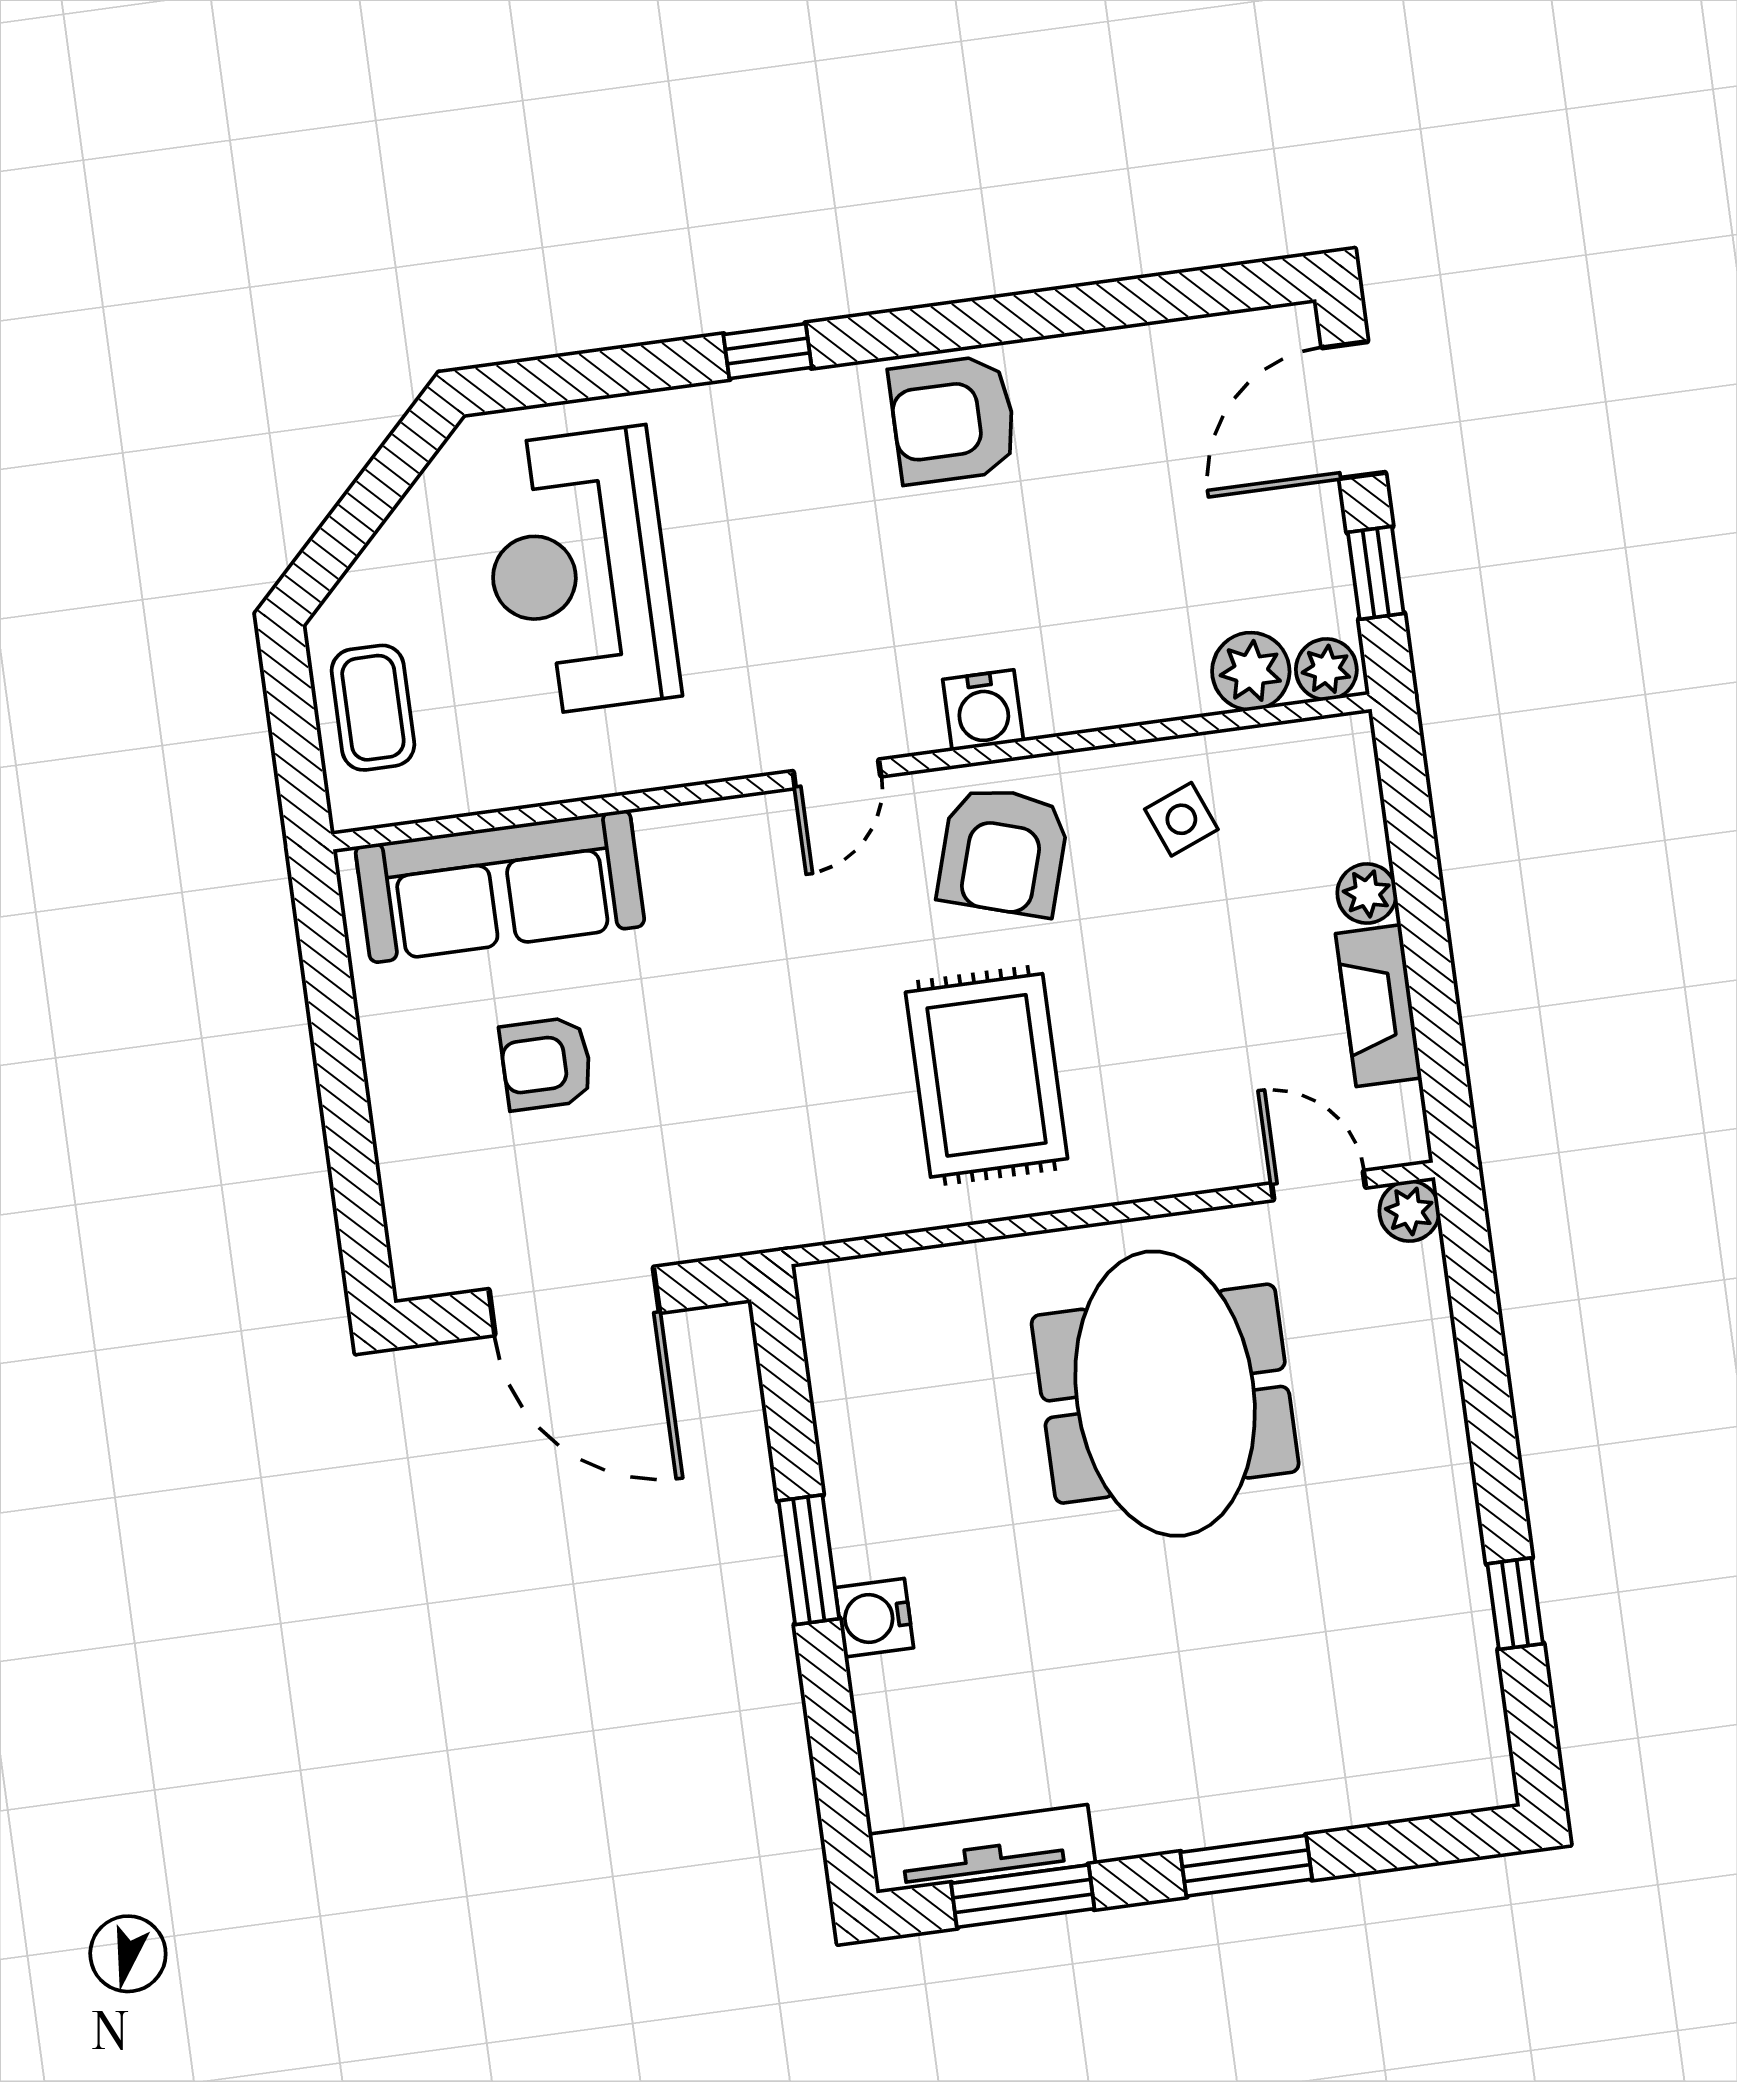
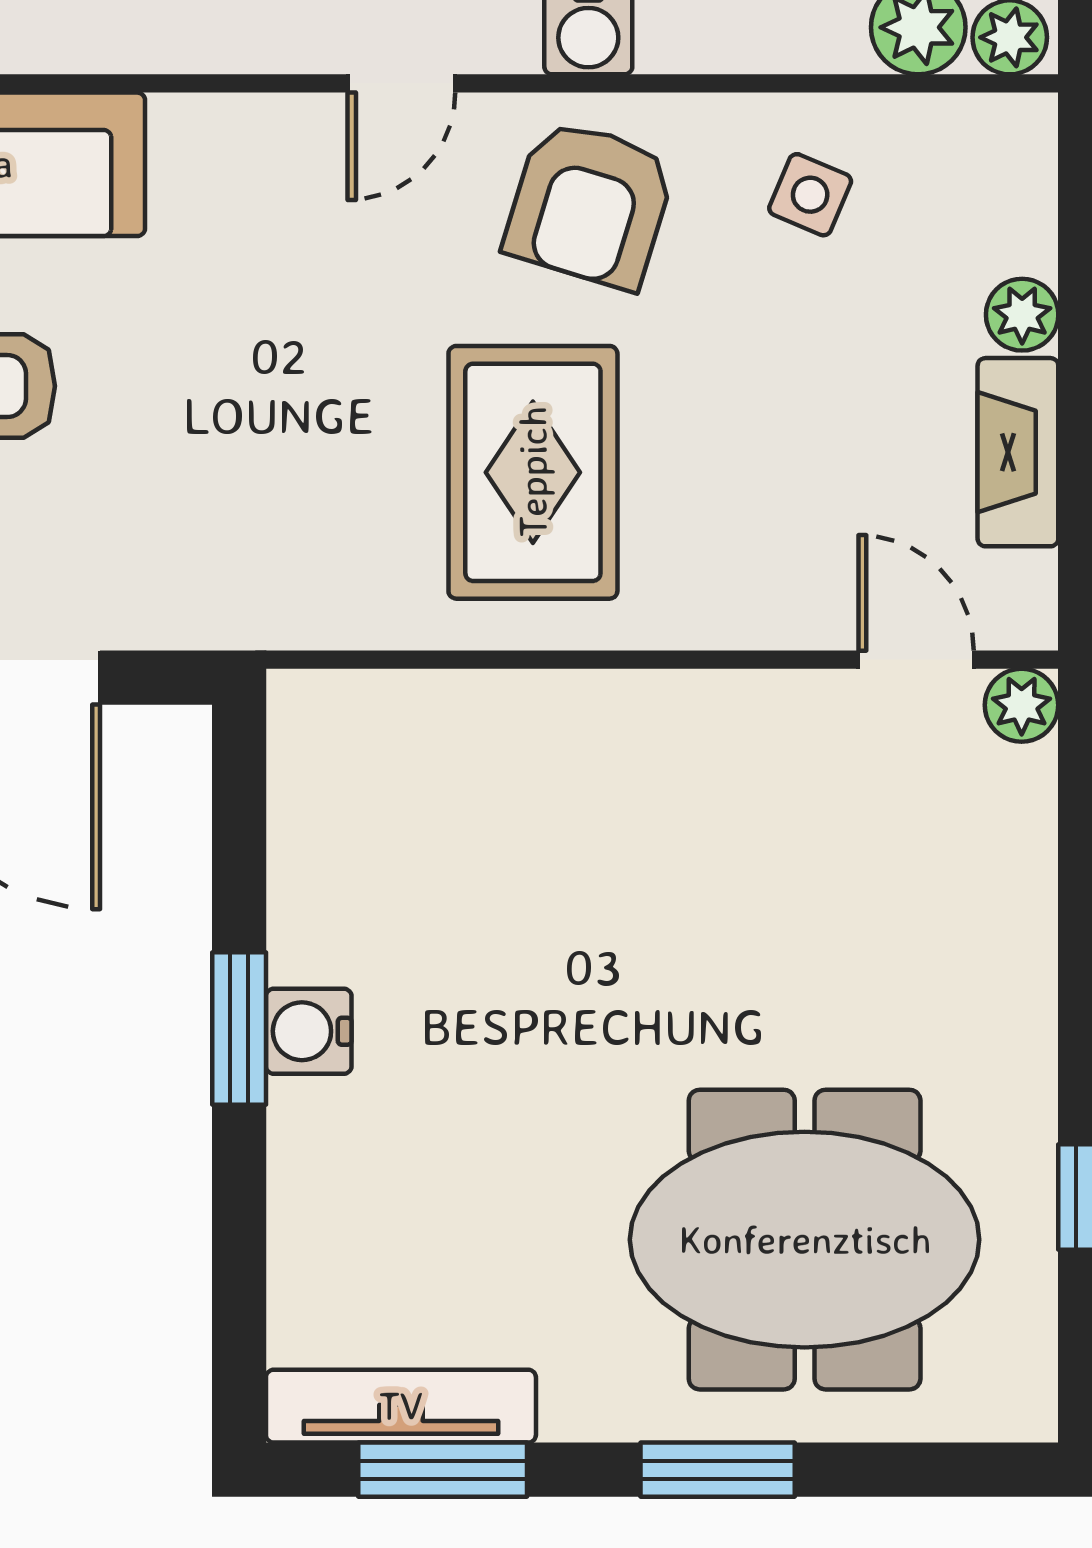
side table: (1181, 819) -> (810, 195), turned 45
meeting table: (1165, 1394) -> (805, 1240), moved, turned 90
water cooler: (874, 1618) -> (309, 1031), moved

